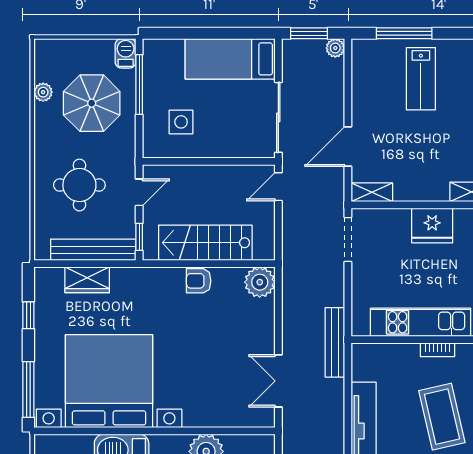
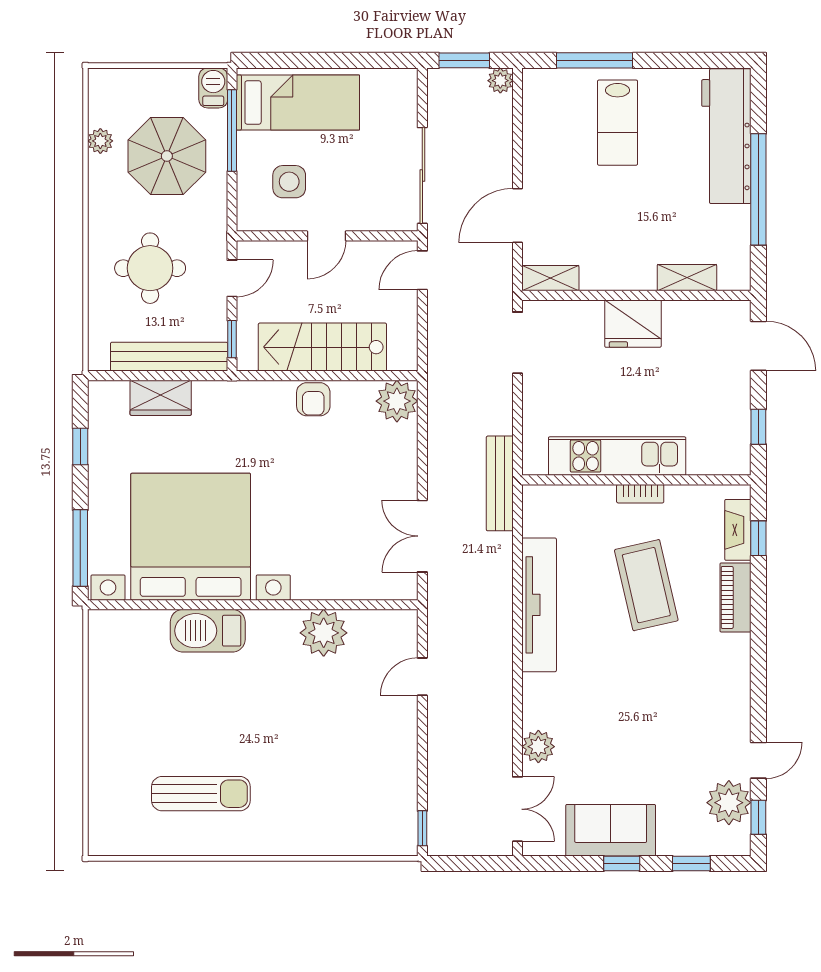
bed: (230, 59) -> (298, 103), moved, turned 180
door: (208, 161) -> (326, 236), added
armchair: (199, 281) -> (313, 399), turned -90

